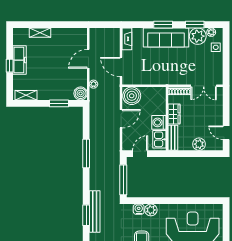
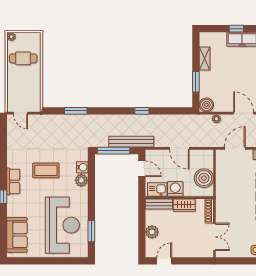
double door: (204, 86) -> (215, 237), swing flipped
shelving: (26, 95) -> (205, 59), moved
boiler: (132, 96) -> (204, 178), moved
window: (86, 154) -> (142, 111), width x0.46
window: (198, 201) -> (91, 231), added
bench: (95, 212) -> (131, 142), moved

